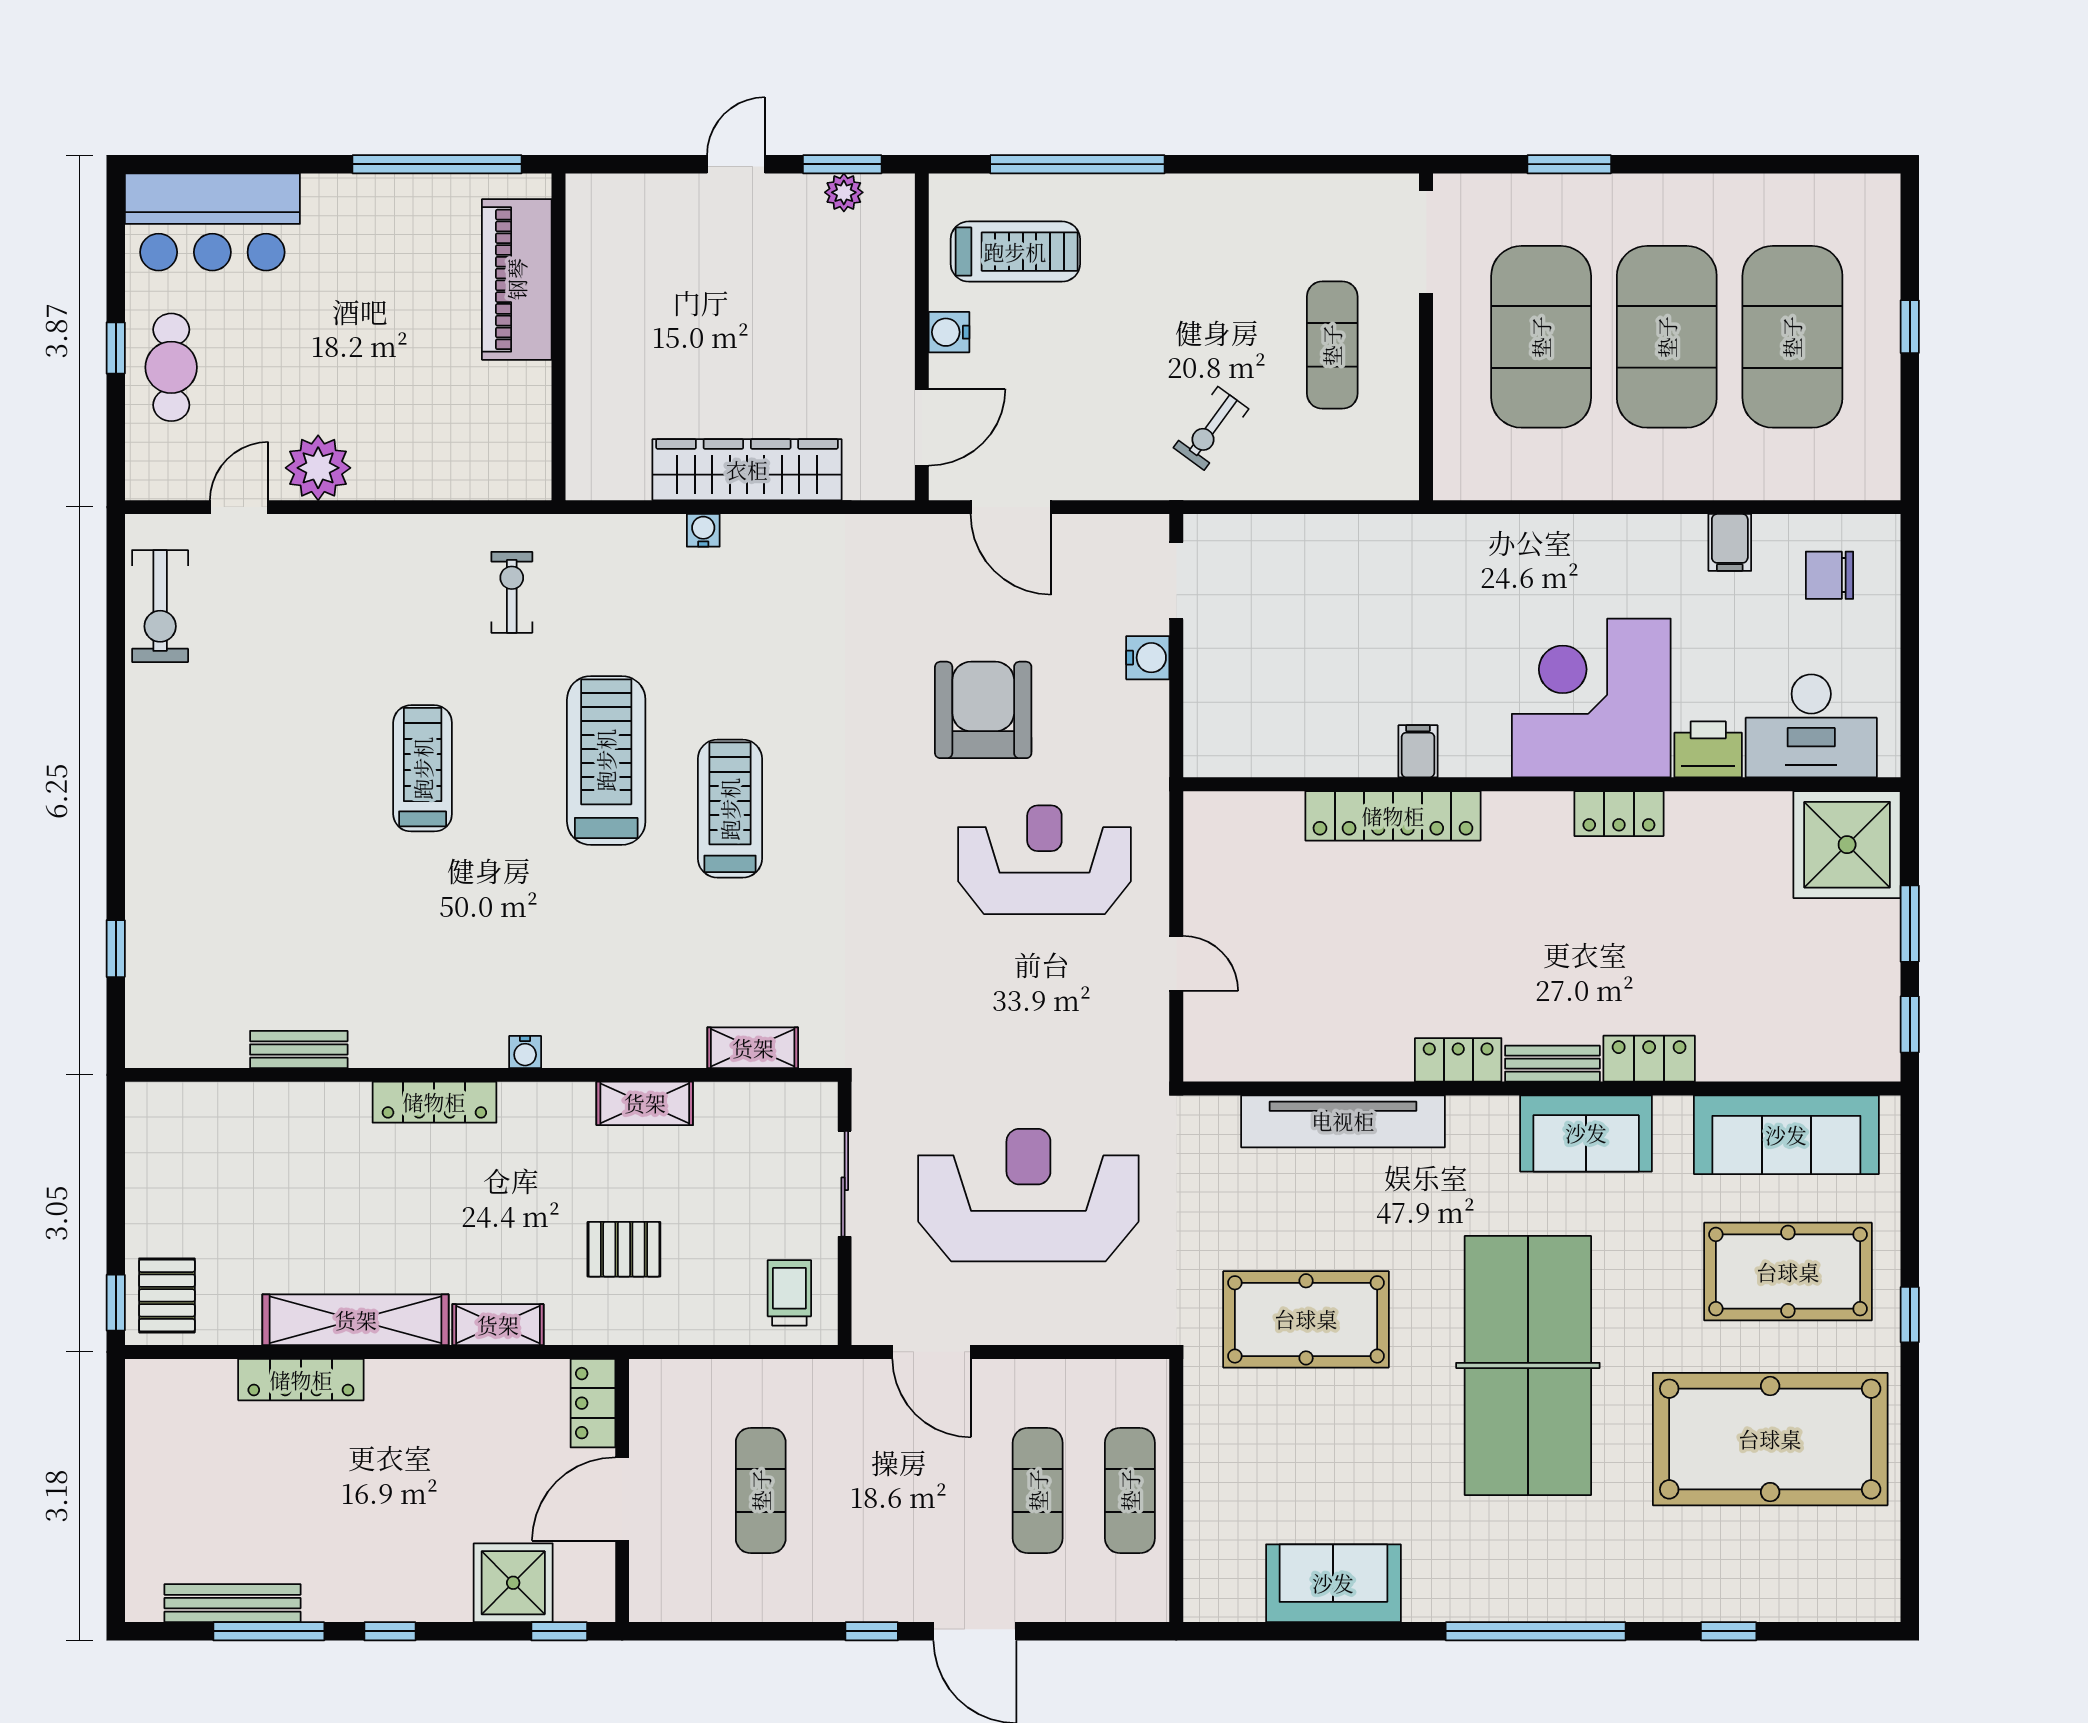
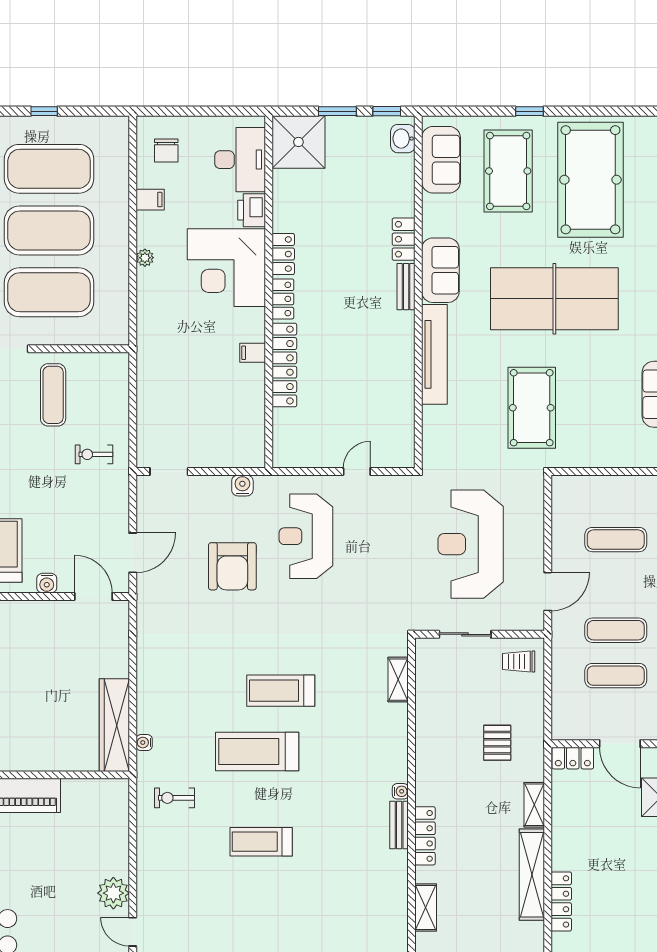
exercise mat: (1332, 345) -> (53, 395), turned 90
exercise bike: (1211, 428) -> (94, 454), turned 144
wardrobe: (747, 470) -> (114, 725), moved
water cooler: (703, 530) -> (144, 743), moved
plant: (1611, 532) -> (145, 258), added
water cooler: (1148, 658) -> (242, 485), moved
armchair: (983, 710) -> (232, 566), turned -90
bench: (299, 1049) -> (399, 825), moved
washbasin: (1854, 1057) -> (403, 139), added
locker: (1458, 1060) -> (283, 299), moved, turned 180
shelving: (645, 1103) -> (426, 907), moved
tv unit: (1343, 1121) -> (434, 354), moved
sofa: (1786, 1135) -> (441, 160), width x0.73
exercise mat: (1130, 1490) -> (616, 630), moved

